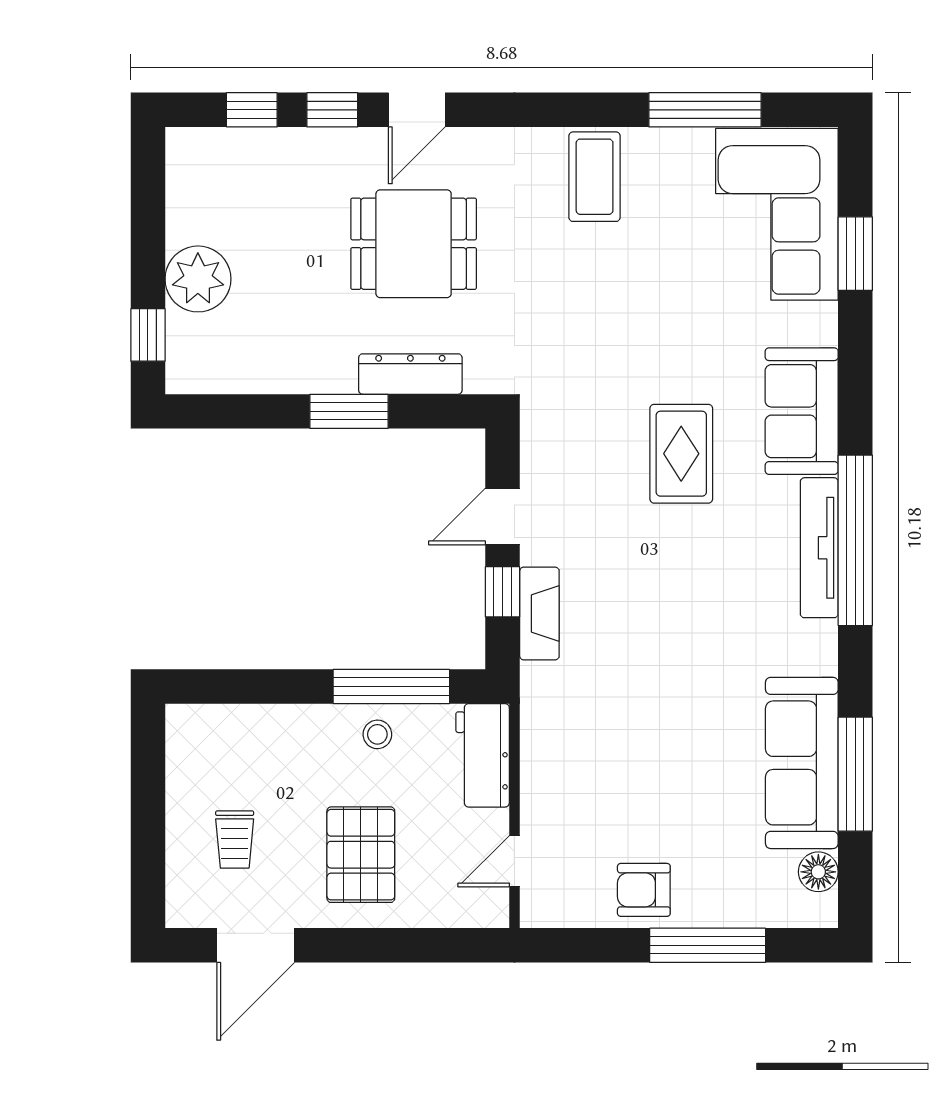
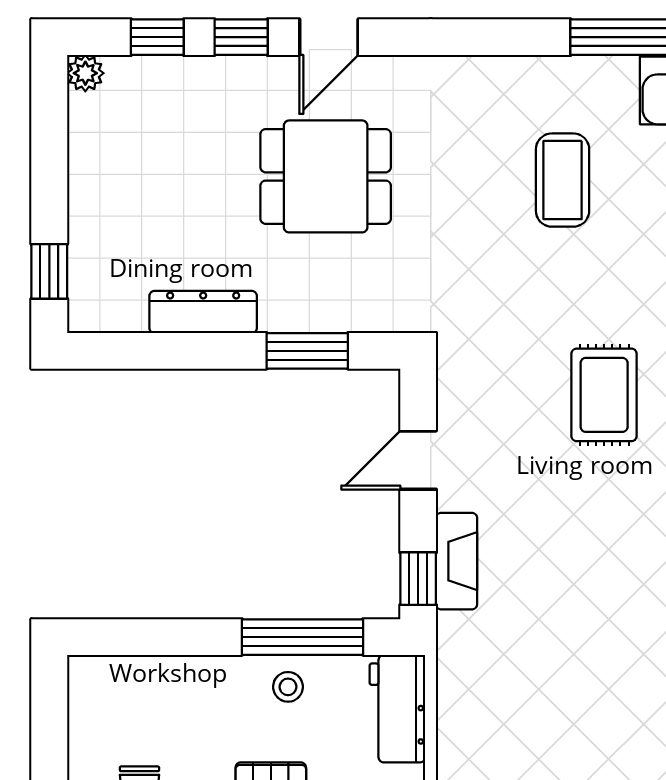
coffee table: (595, 177) -> (563, 180), moved
plant: (198, 279) -> (85, 73), moved, width x0.53, depth x0.53
dresser: (410, 374) -> (203, 312), moved
window: (349, 411) -> (307, 351), moved
window: (502, 592) -> (418, 579), moved

